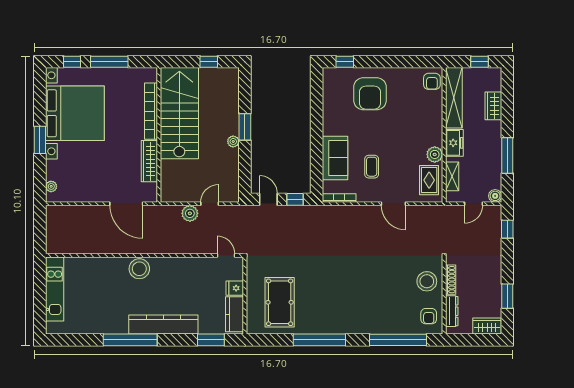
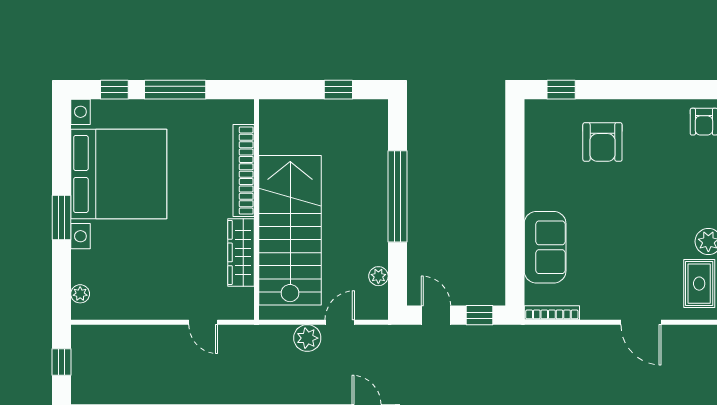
armchair: (370, 94) -> (602, 142), width x0.73, depth x0.73
stairs: (179, 113) -> (290, 230), moved
window: (245, 127) -> (397, 196), width x2.11
plant: (233, 141) -> (378, 276), moved
coffee table: (372, 167) -> (605, 261), removed
door: (126, 204) -> (203, 322), width x0.53
window: (40, 228) -> (61, 362), added

